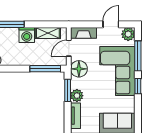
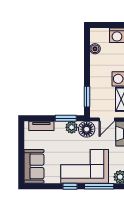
door: (69, 48) -> (107, 119), swing flipped
window: (45, 69) -> (87, 97), width x0.69
plant: (77, 96) -> (72, 127), moved

